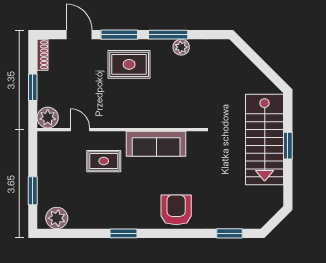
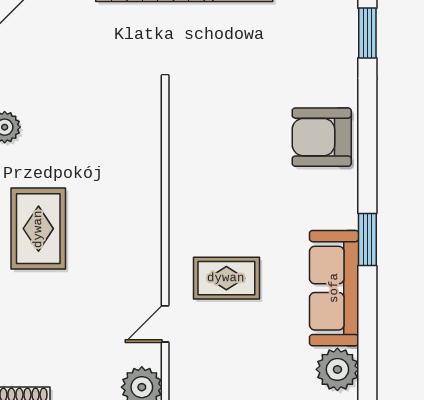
sofa: (156, 144) -> (334, 288), moved, turned 180
rug: (104, 161) -> (226, 278), turned 90

